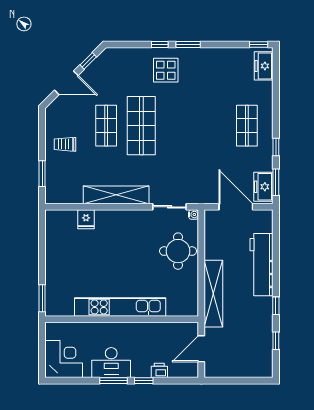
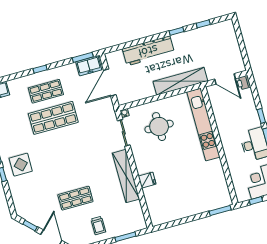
shop shelf: (141, 126) -> (53, 118), moved
window: (276, 147) -> (40, 69), moved
fridge: (86, 219) -> (147, 180), moved
round table: (178, 251) -> (159, 127), moved
kitchen unit: (120, 307) -> (203, 124), moved
window: (42, 345) -> (256, 201), added
printer: (159, 370) -> (244, 83), moved

